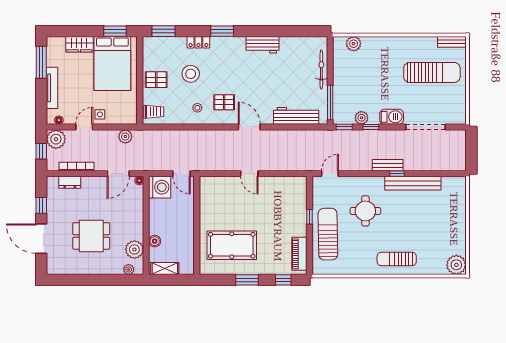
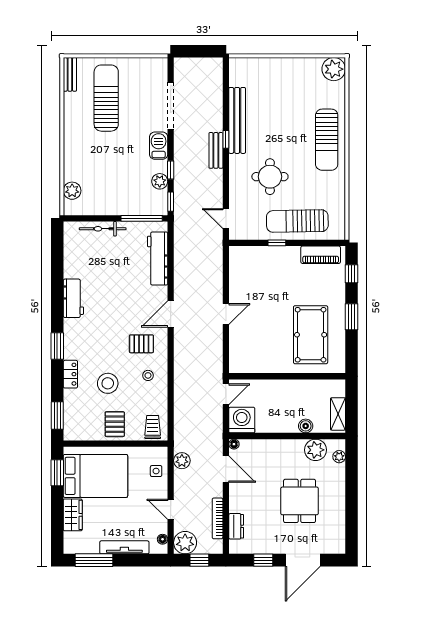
pallet: (224, 102) -> (141, 344), turned 90
side table: (100, 114) -> (156, 471), moved
sun lounger: (397, 259) -> (327, 140), width x1.36, depth x1.34

